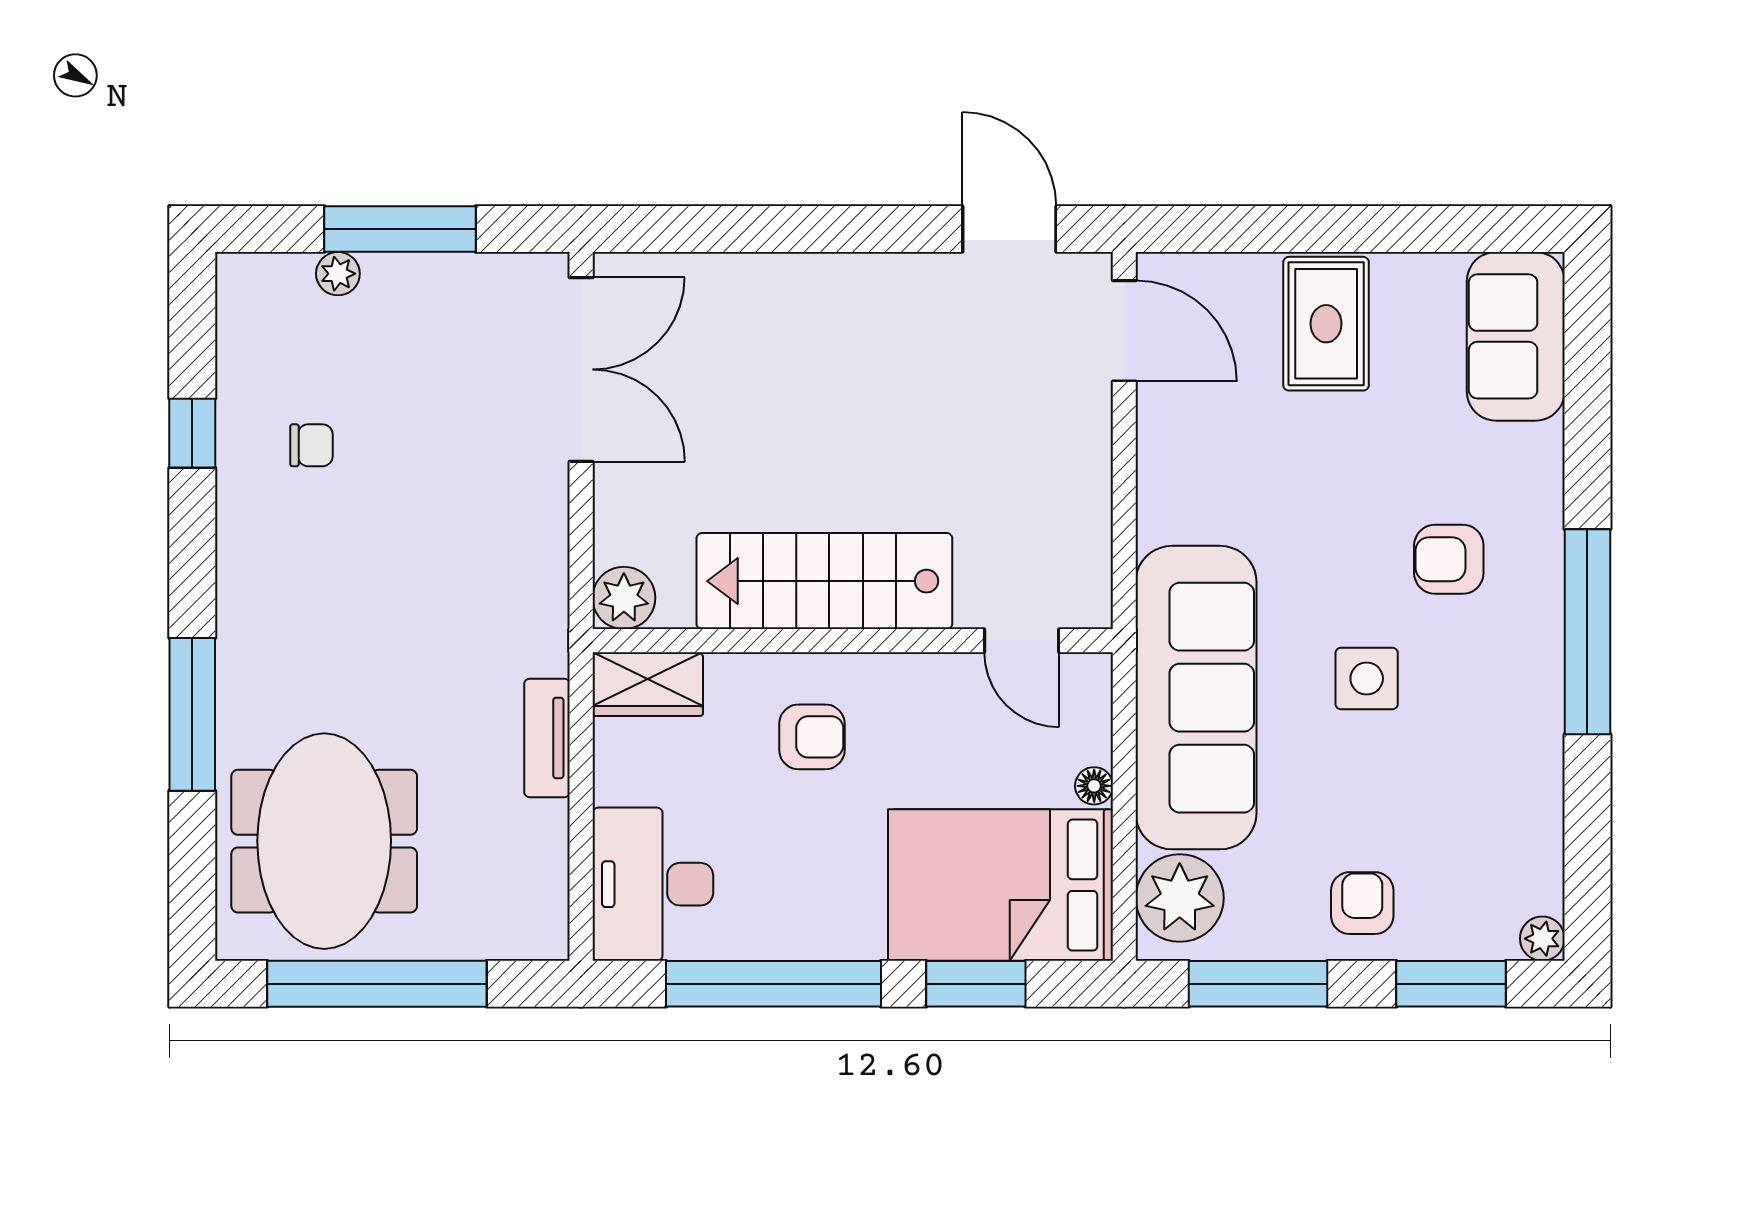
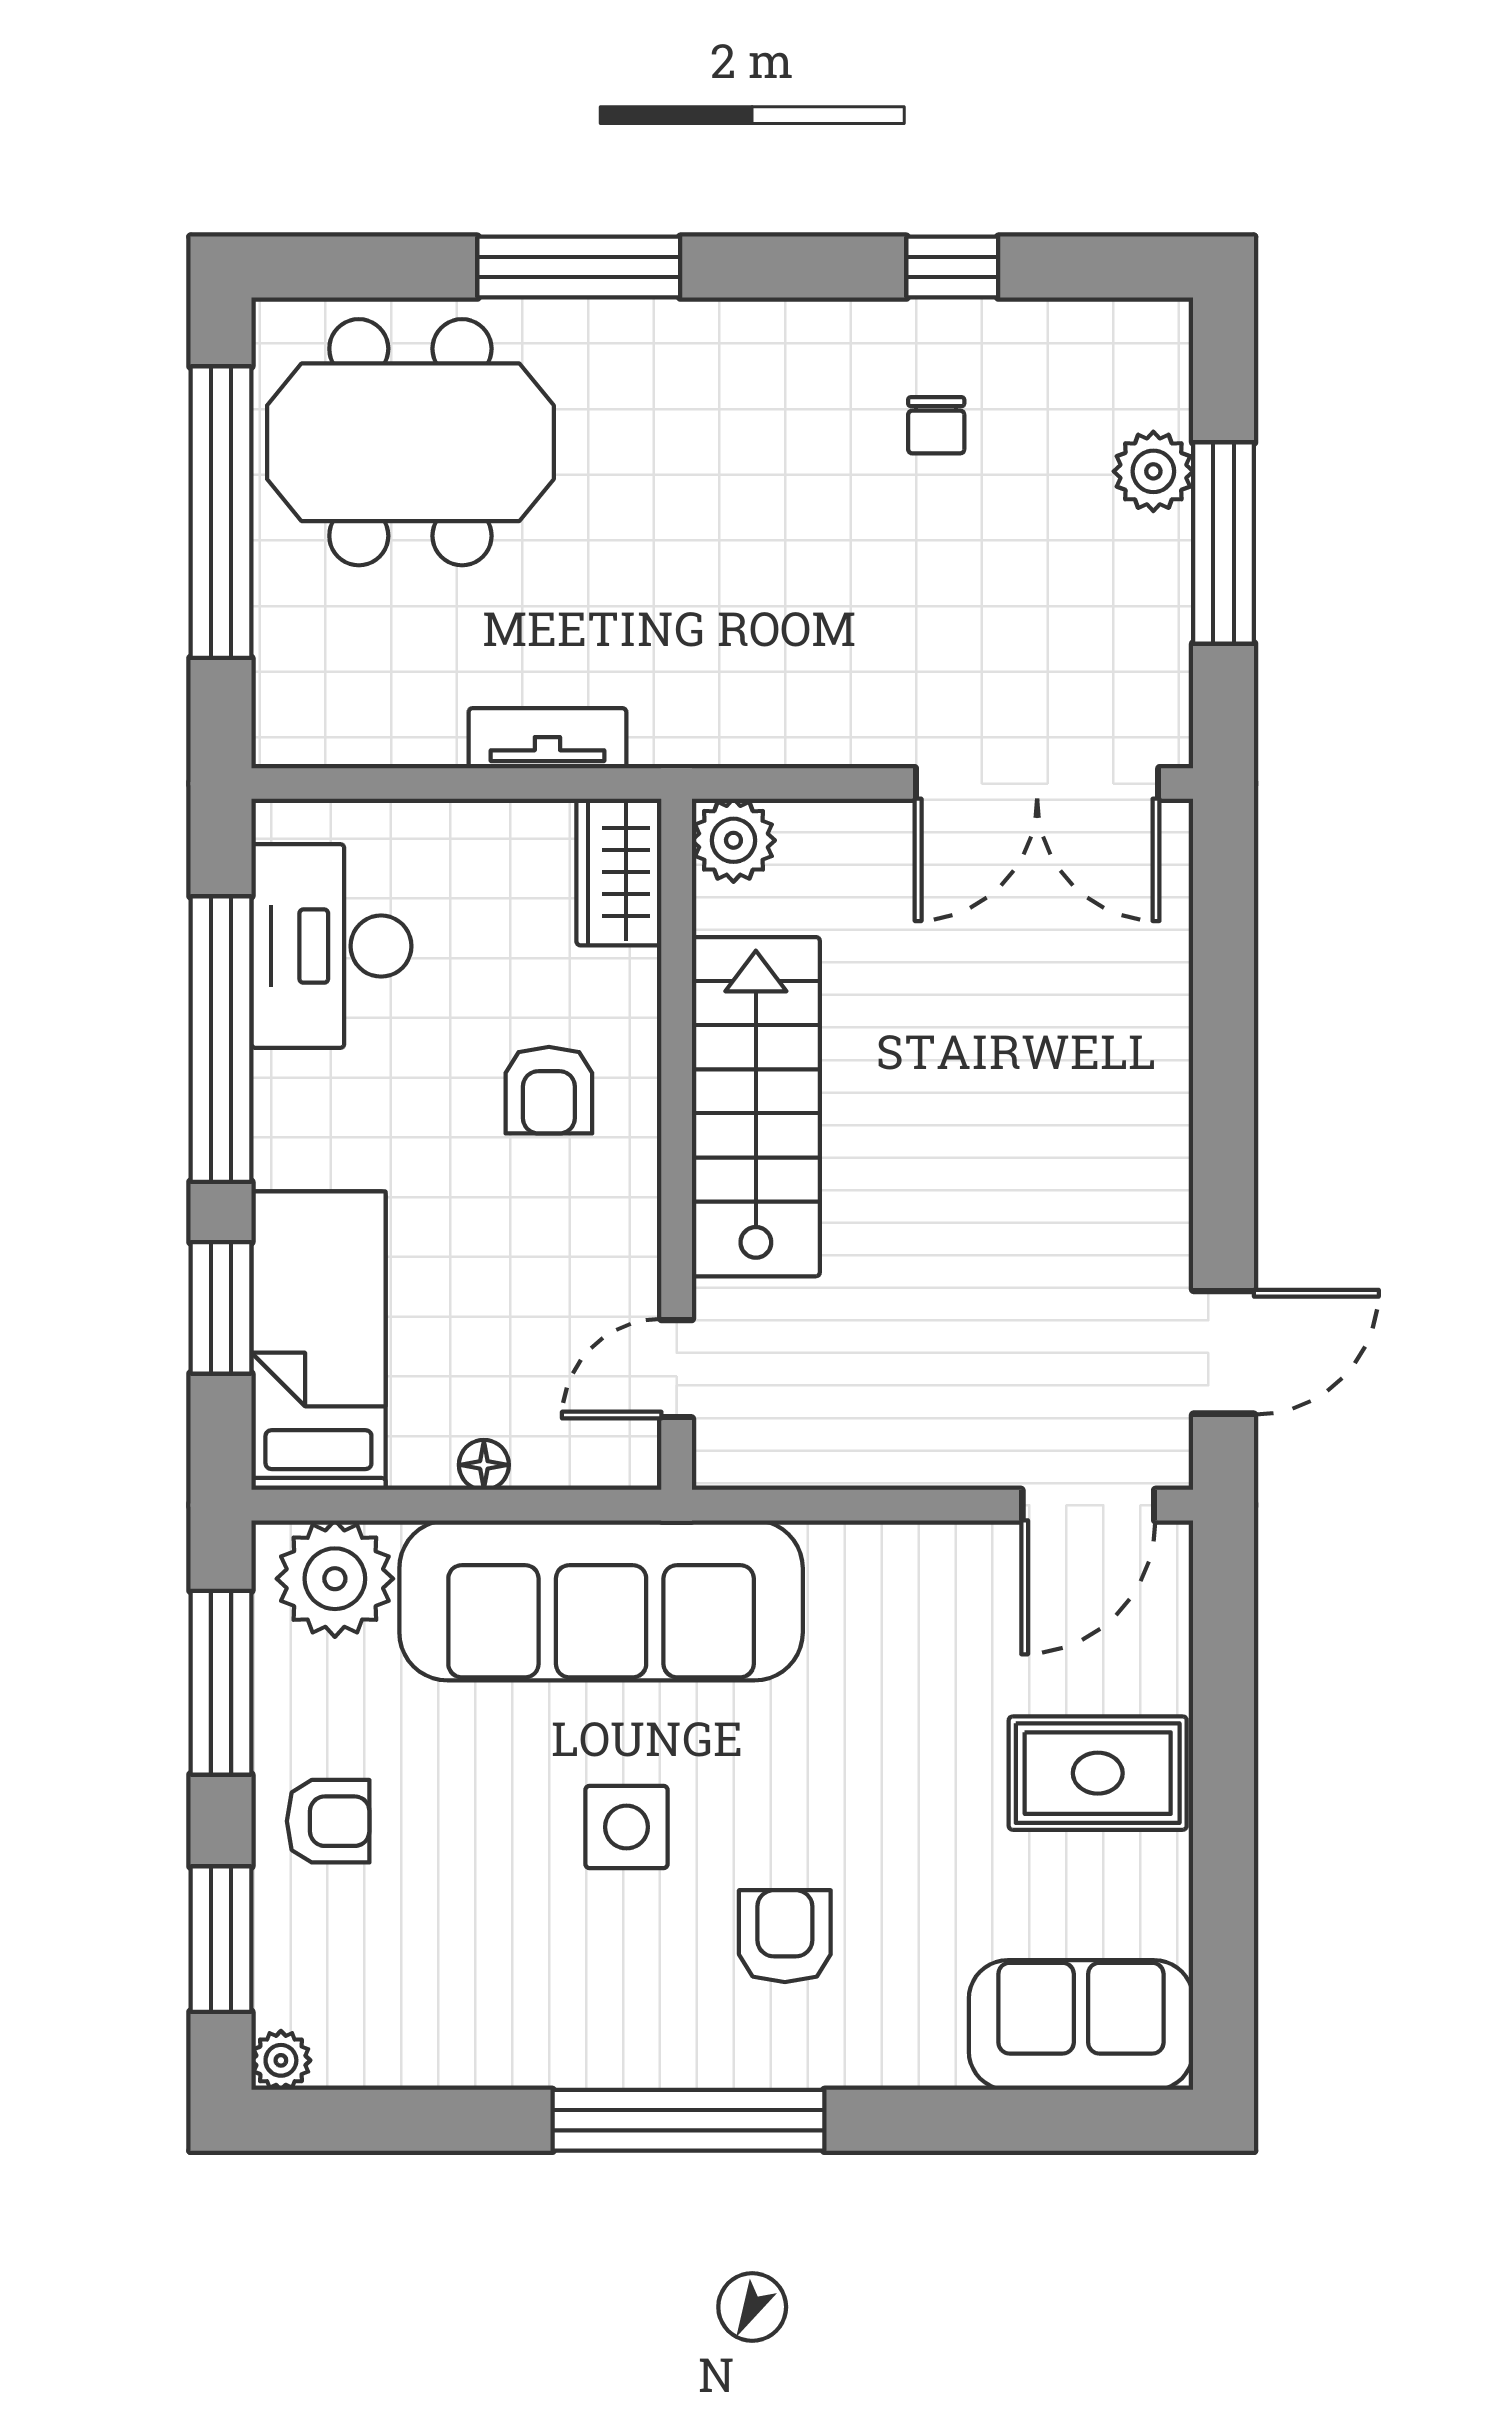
plant: (338, 274) -> (1153, 471), width x1.38, depth x1.38
desk: (653, 884) -> (331, 946), moved, turned -90
bed: (1001, 885) -> (318, 1341), width x0.67

